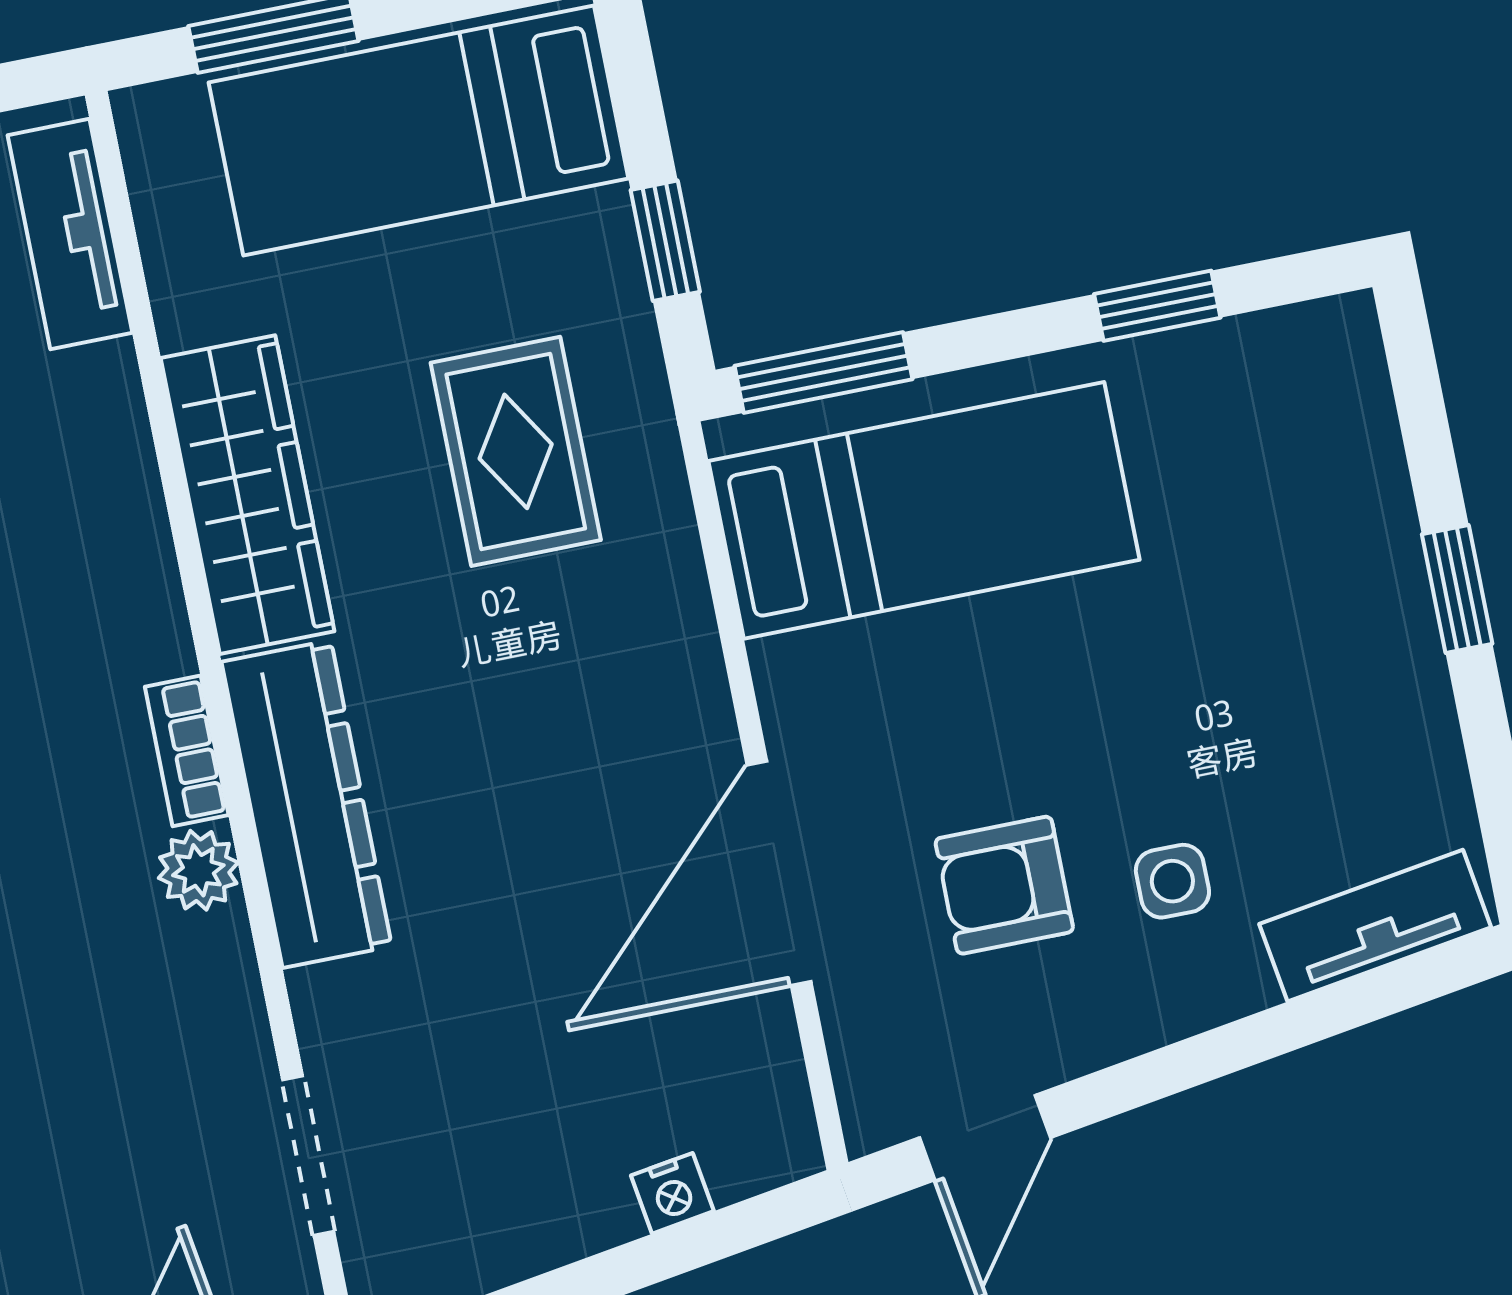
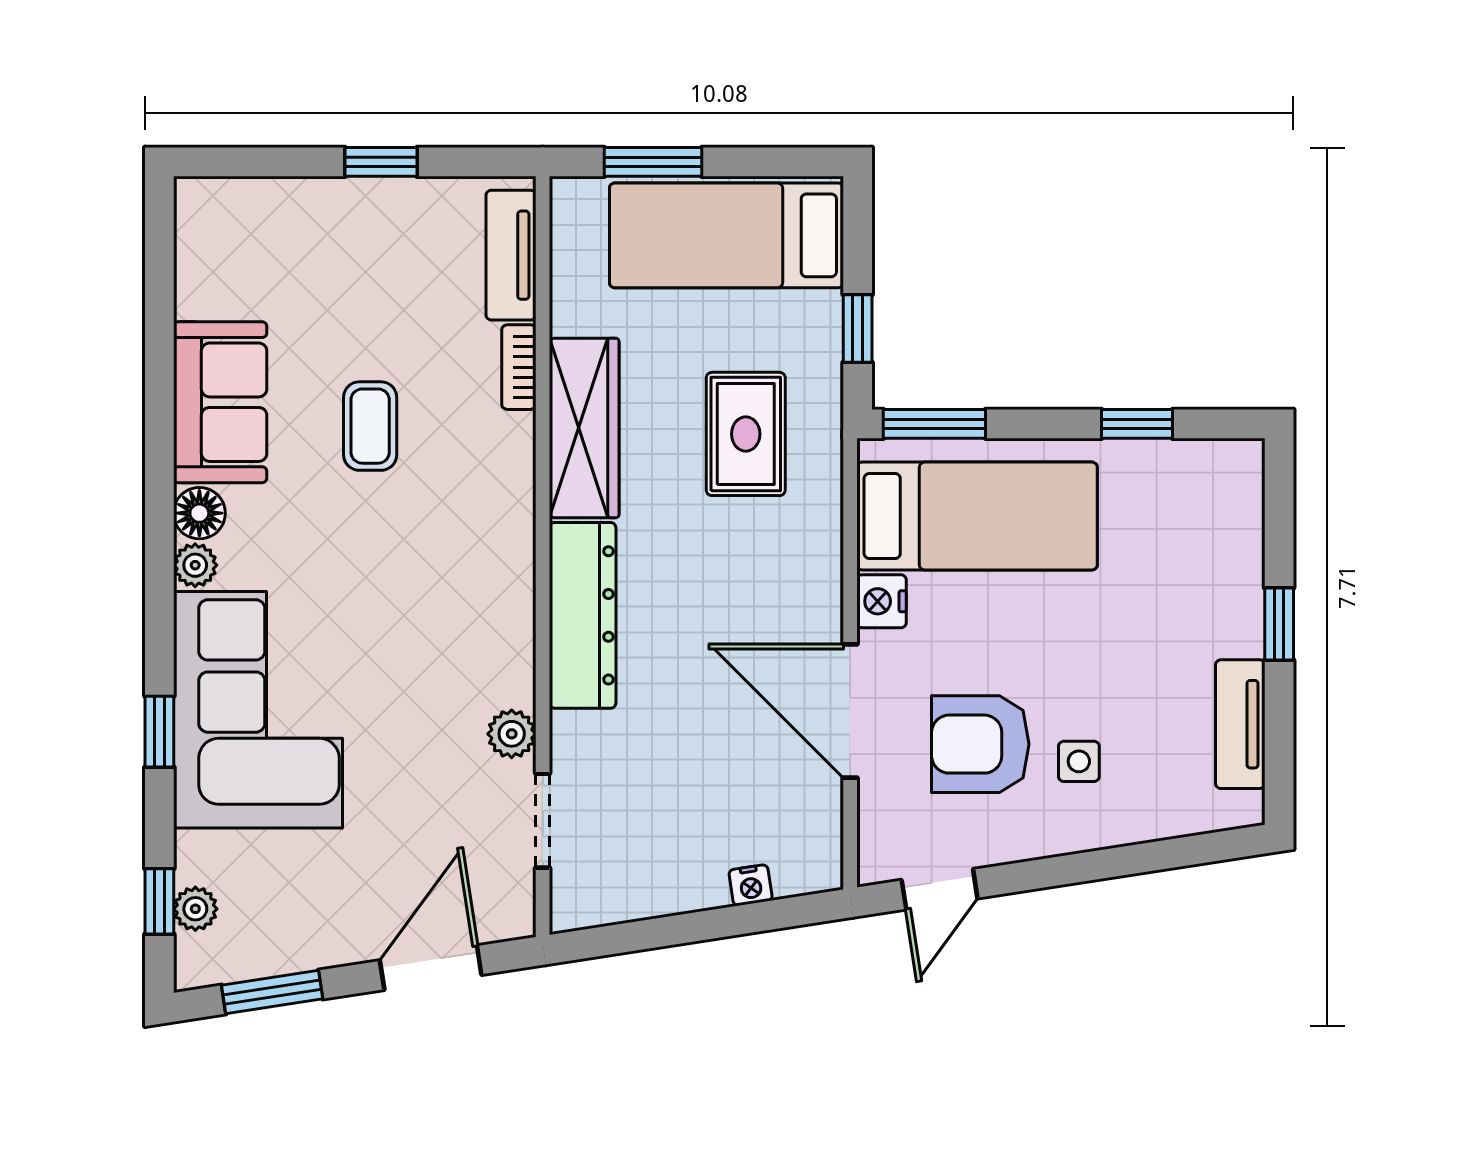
nightstand: (795, 682) -> (882, 601), added
bookcase: (187, 751) -> (519, 367), moved
plant: (198, 870) -> (512, 734), moved
door: (779, 873) -> (850, 711), hinge flipped
armchair: (1004, 885) -> (980, 744), width x1.38, depth x1.38
tv unit: (1375, 926) -> (1240, 724), moved, turned -81

